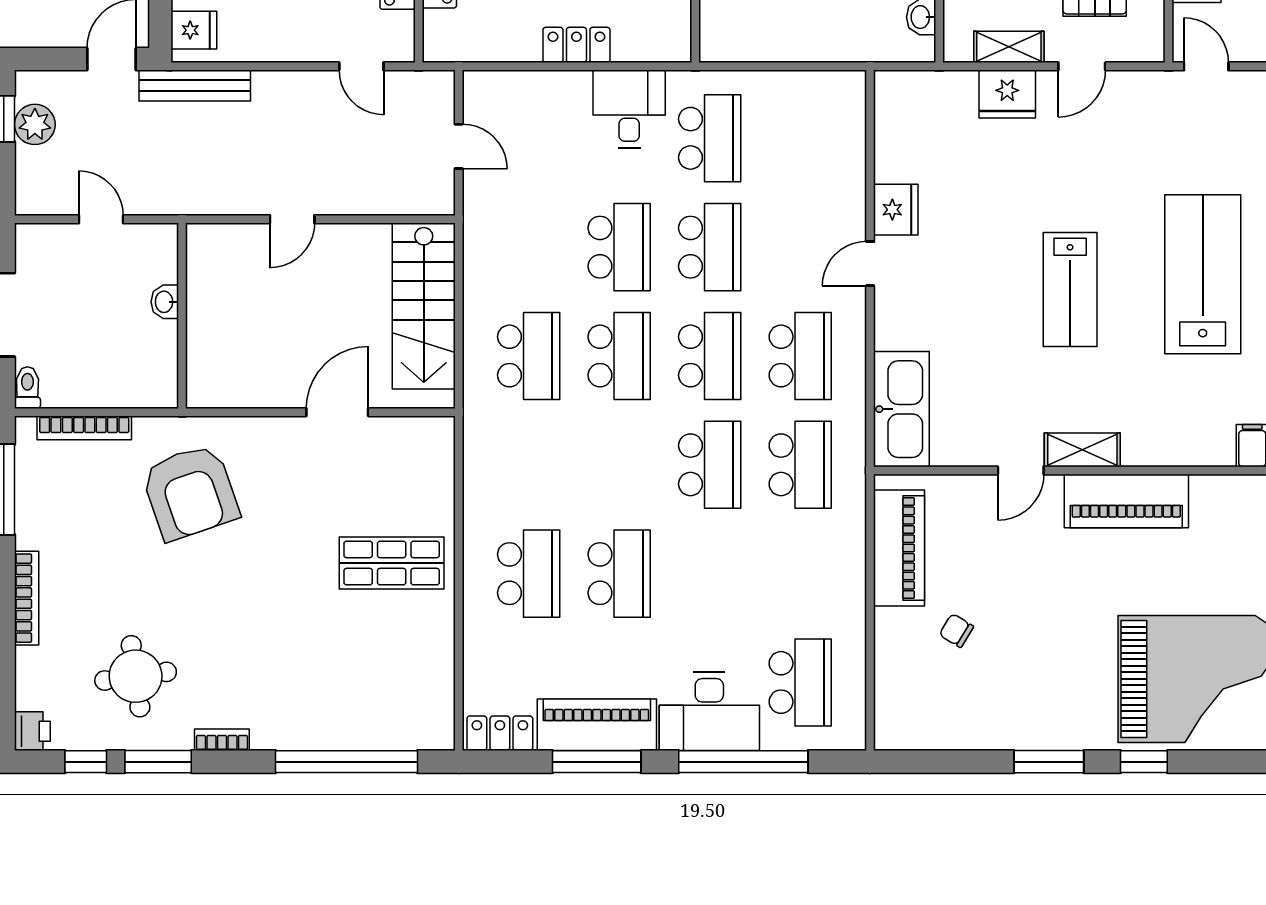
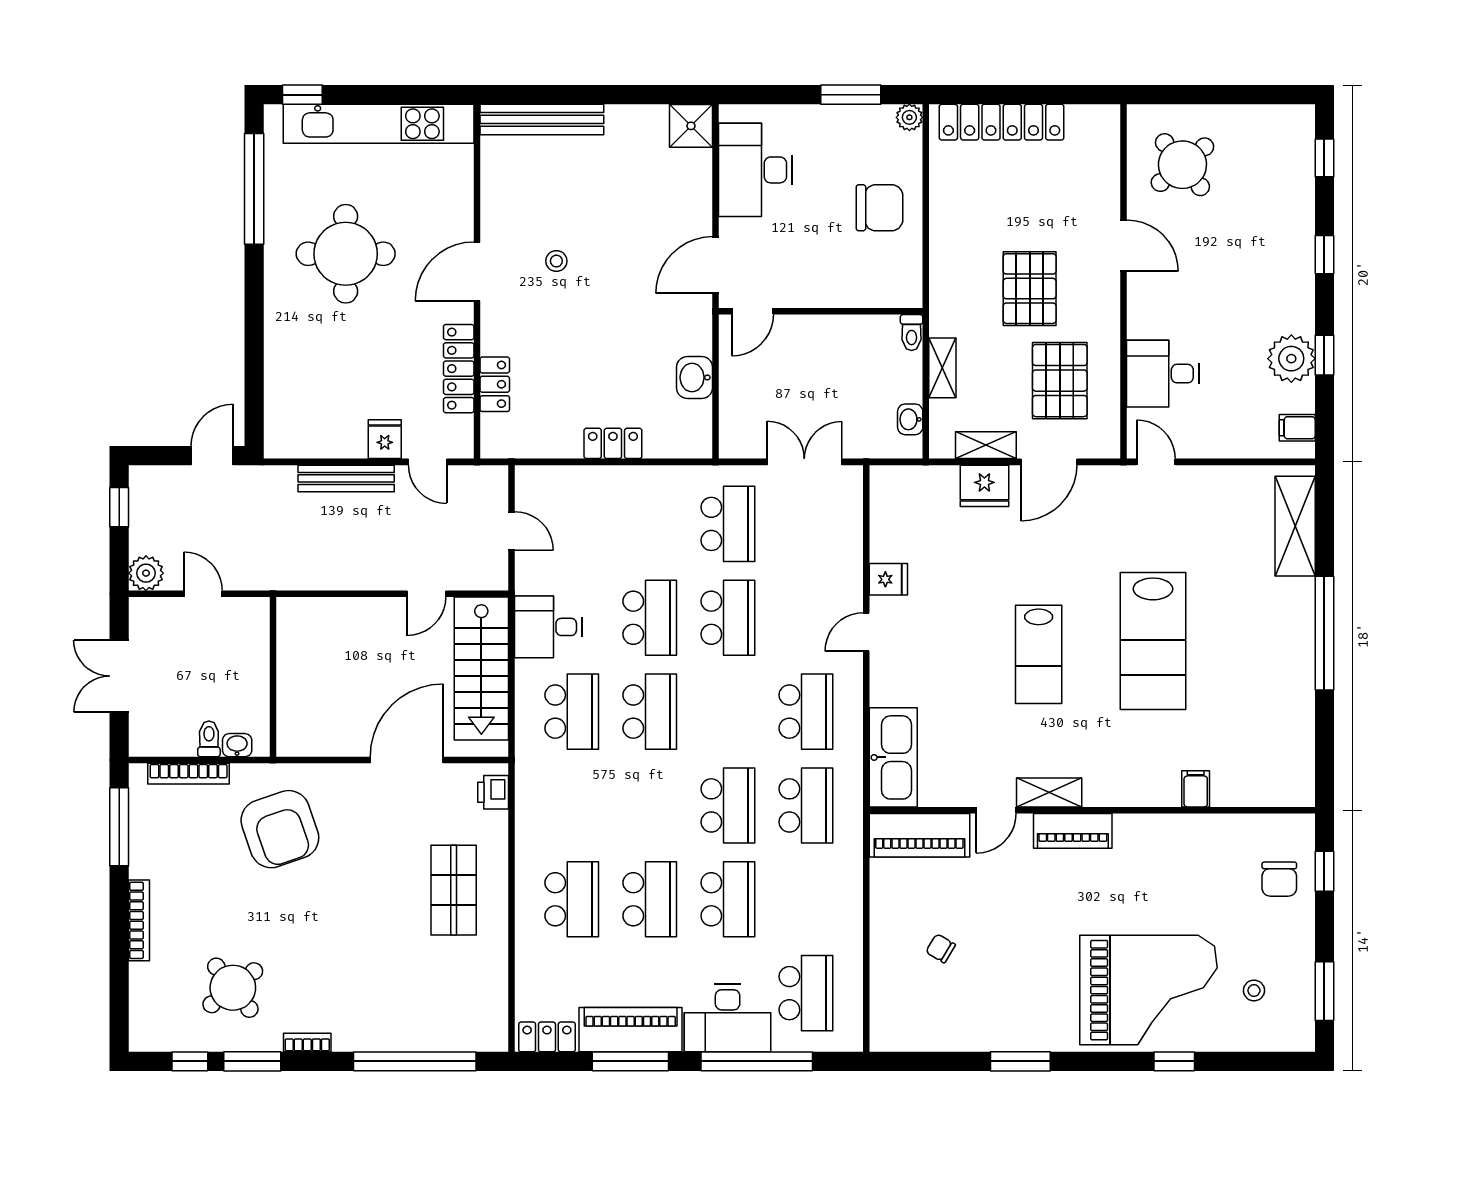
fridge: (194, 30) -> (385, 439), moved, turned -90
double door: (798, 66) -> (804, 462), added
door: (1082, 66) -> (1049, 462), width x1.38
bench: (195, 86) -> (346, 478), moved
desk: (629, 109) -> (548, 627), moved, turned -90
plant: (35, 124) -> (146, 573), moved
fridge: (896, 210) -> (888, 579), width x0.72
door: (292, 219) -> (426, 594), moved
lab bench: (1203, 274) -> (1153, 641), turned 180
washbasin: (165, 302) -> (237, 745), moved, turned 90
school desk: (710, 356) -> (728, 899), moved
toilet: (27, 388) -> (209, 739), moved
door: (337, 412) -> (407, 760), width x1.36
piano: (1126, 501) -> (1073, 831), width x0.73, depth x0.75
piano: (899, 548) -> (919, 835), moved, turned 90
shop shelf: (392, 563) -> (454, 890), turned 90
round table: (136, 676) -> (233, 988), turned -30
printer: (32, 731) -> (493, 792), moved, turned 180
window: (1144, 762) -> (1174, 1061), moved

